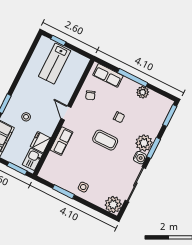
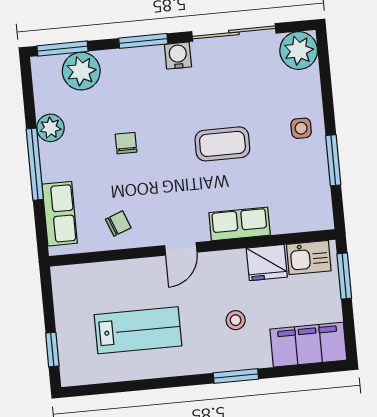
lab bench: (55, 64) -> (138, 330), moved
coffee table: (105, 140) -> (222, 144), moved, turned 90
plant: (144, 143) -> (81, 71), moved

